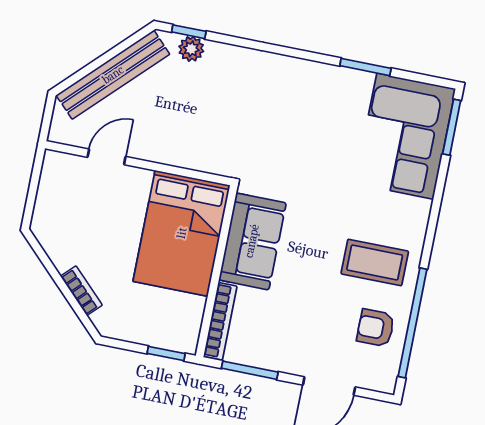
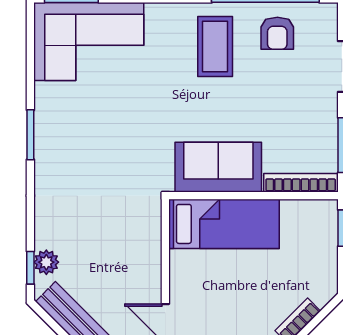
window: (365, 67) -> (30, 135), moved
bed: (182, 233) -> (224, 224), width x0.67

